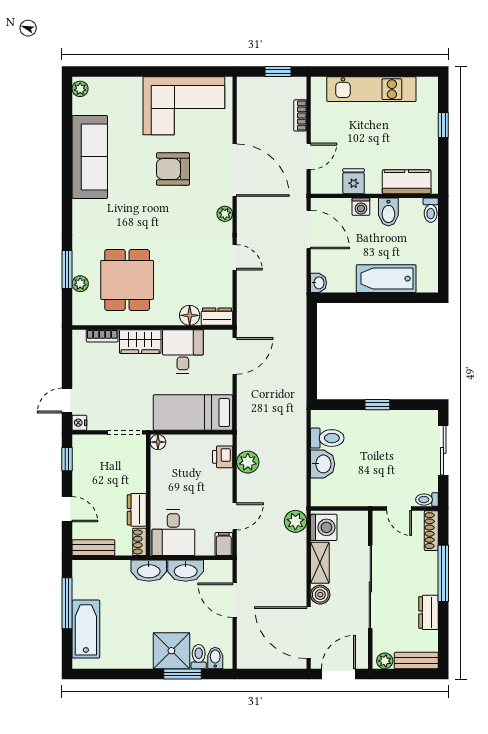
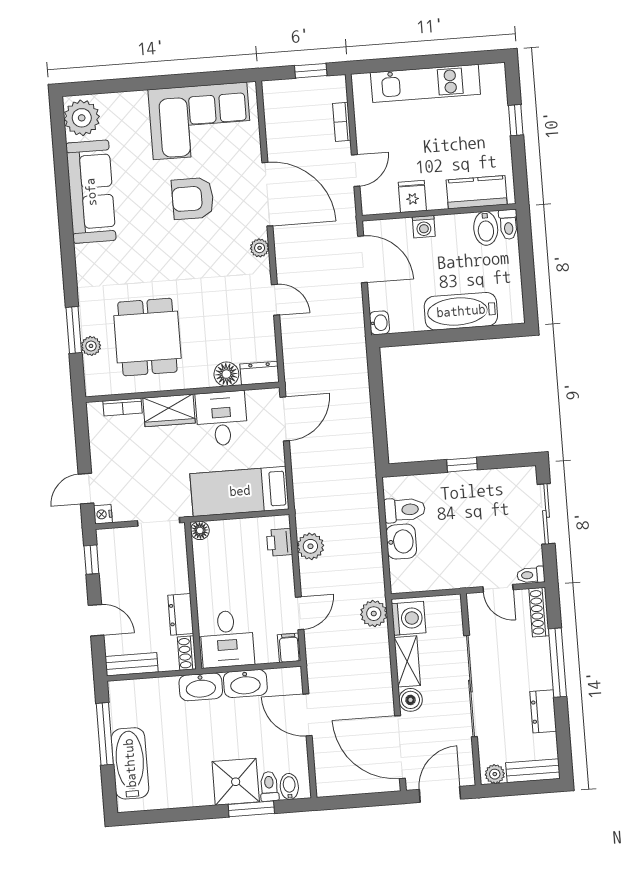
plant: (80, 89) -> (82, 118), width x1.88, depth x1.88
bidet: (388, 212) -> (486, 228), moved

